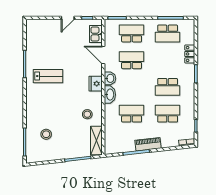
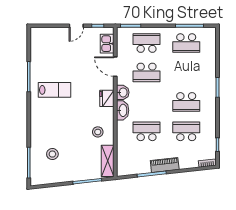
locker: (190, 54) -> (211, 66), removed
school desk: (132, 60) -> (147, 72), turned 180

